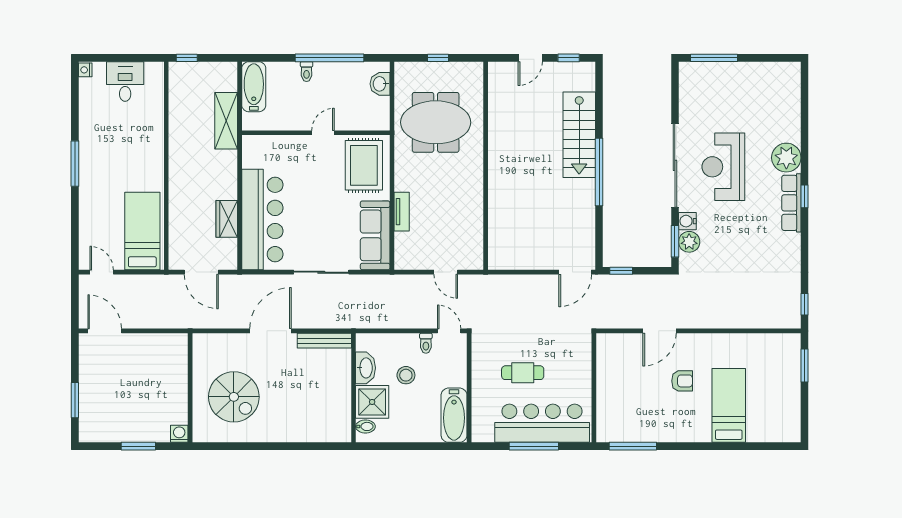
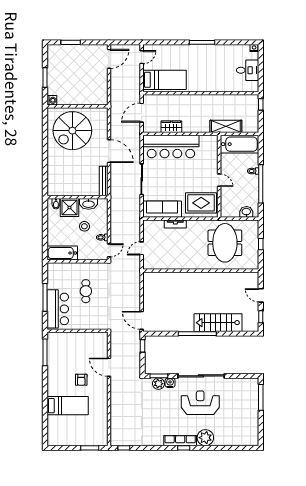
bathtub: (254, 87) -> (240, 144), width x1.36, depth x1.36
spiral stairs: (234, 397) -> (72, 131), width x1.37, depth x1.37
bar counter: (542, 423) -> (58, 309), width x0.73

